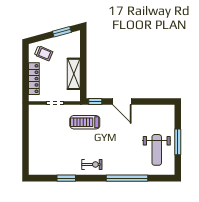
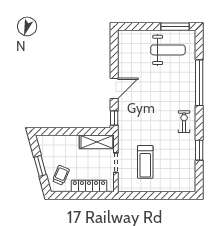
window: (62, 32) -> (40, 166), moved
shelving: (74, 74) -> (97, 142), moved
treadmill: (85, 122) -> (145, 162), moved
window: (178, 142) -> (175, 27), moved

